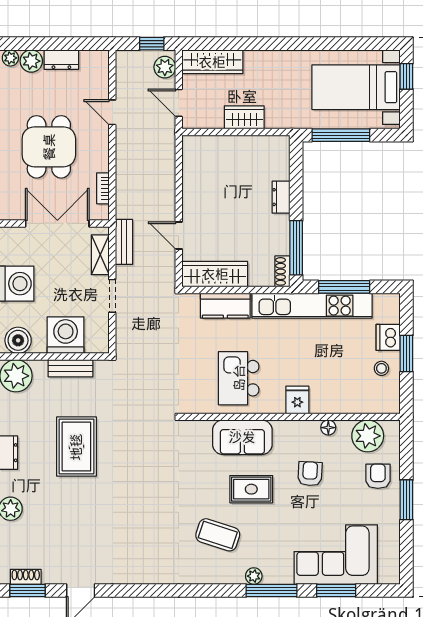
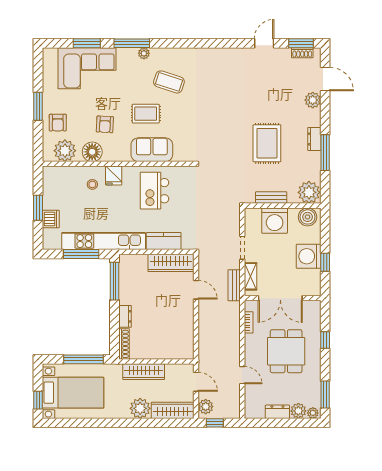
plant: (259, 65) -> (140, 408), added
wardrobe: (244, 117) -> (144, 372), width x1.50
shoe rack: (282, 271) -> (124, 344), moved, width x1.43
stool: (381, 368) -> (92, 184), moved
kitchen island: (239, 378) -> (154, 191), turned 180
floor lamp: (328, 428) -> (92, 152), width x1.89, depth x1.89

